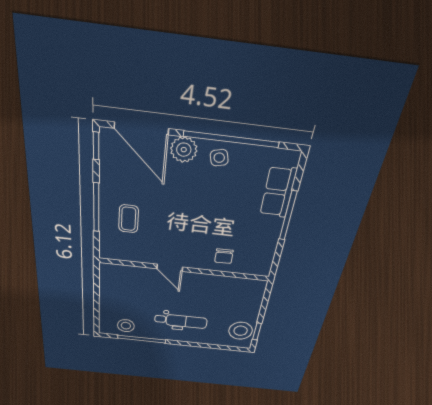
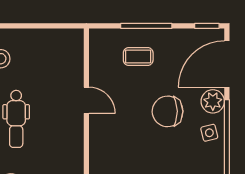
chair: (224, 256) -> (168, 111), moved, width x1.87, depth x1.87
door: (170, 268) -> (86, 100), swing flipped

